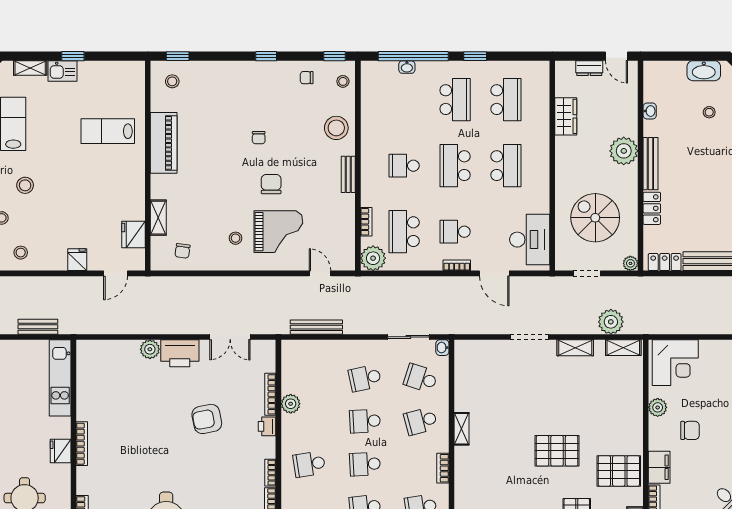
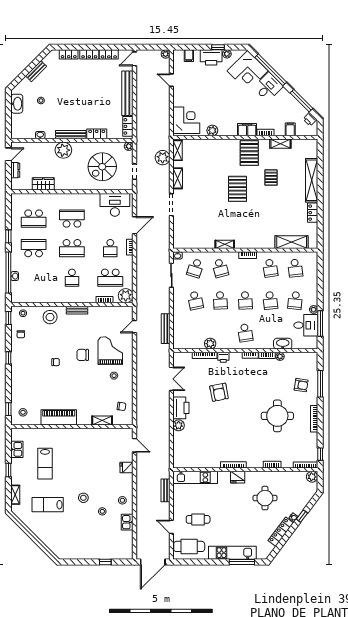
kitchen sink: (62, 71) -> (17, 449), moved
school desk: (506, 100) -> (34, 219), turned 180
lab bench: (108, 131) -> (45, 464), moved
fridge: (133, 235) -> (112, 435), removed
chair: (690, 430) -> (226, 112), removed

